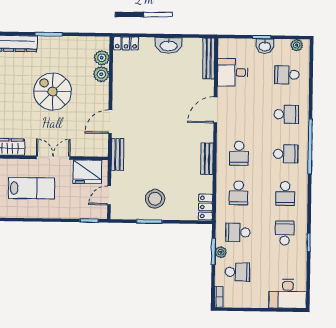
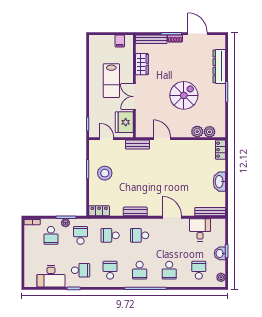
double door: (53, 158) -> (134, 97), swing flipped
school desk: (285, 193) -> (110, 270), turned 90
desk: (288, 294) -> (51, 276), moved, turned -90

